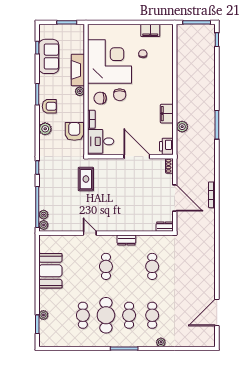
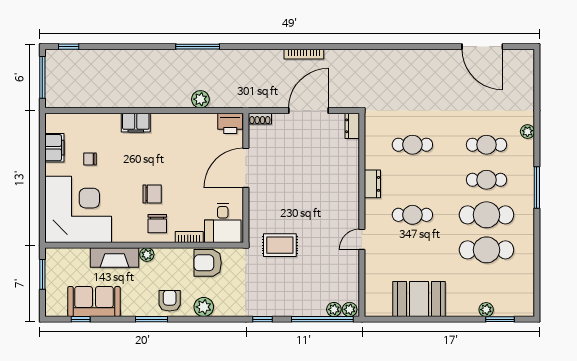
corner desk: (110, 62) -> (78, 209), moved, turned 90
filing cabinet: (167, 114) -> (136, 123), moved
cafe table: (83, 315) -> (486, 250), width x1.37, depth x1.35

